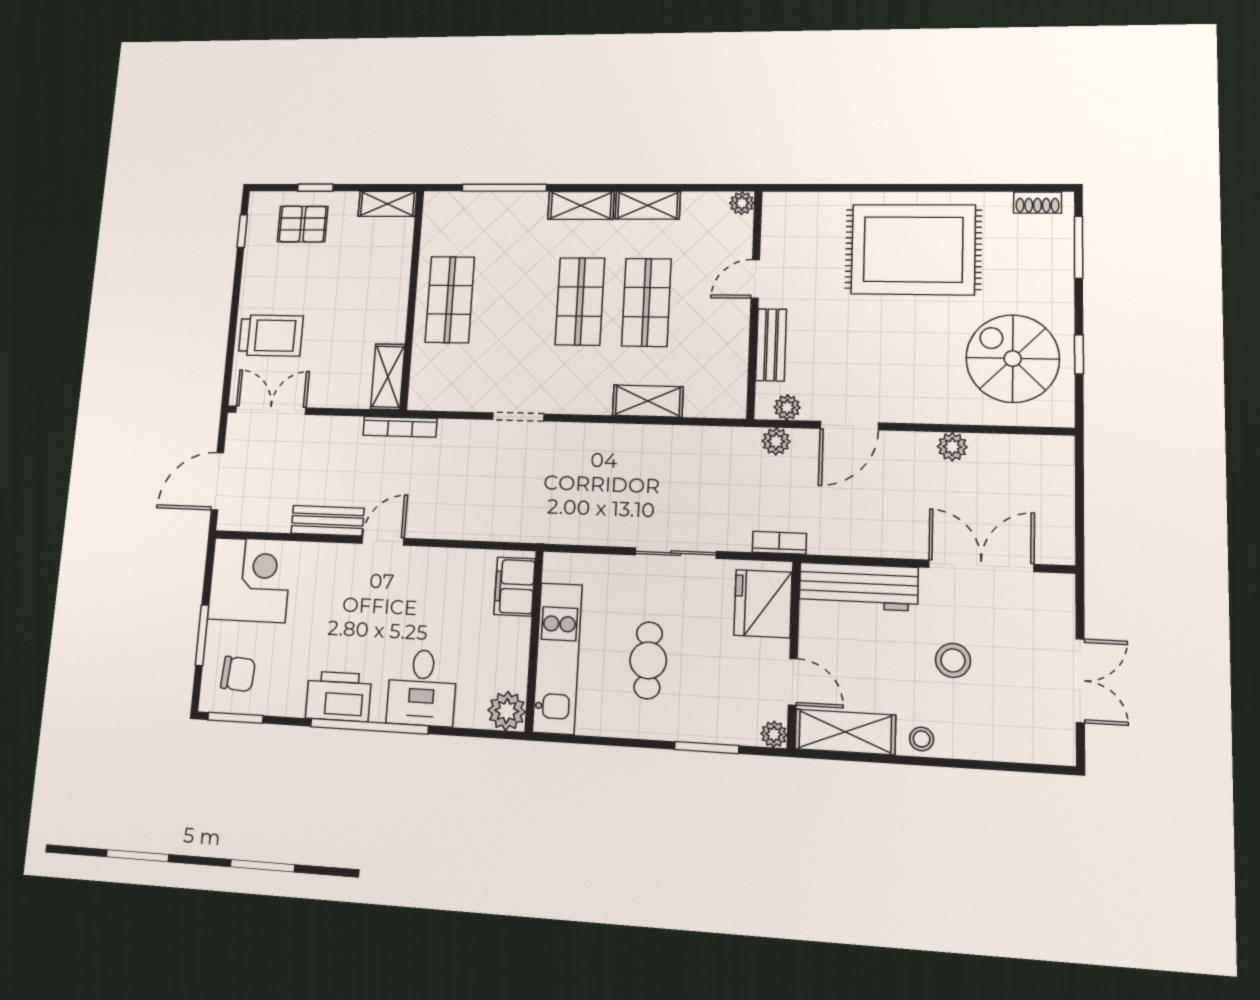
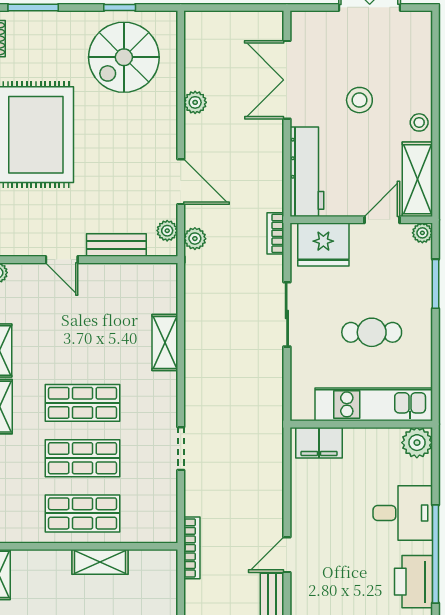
shop shelf: (646, 302) -> (82, 458), moved
shelving: (388, 377) -> (100, 562), moved
door: (383, 541) -> (287, 555), hinge flipped

